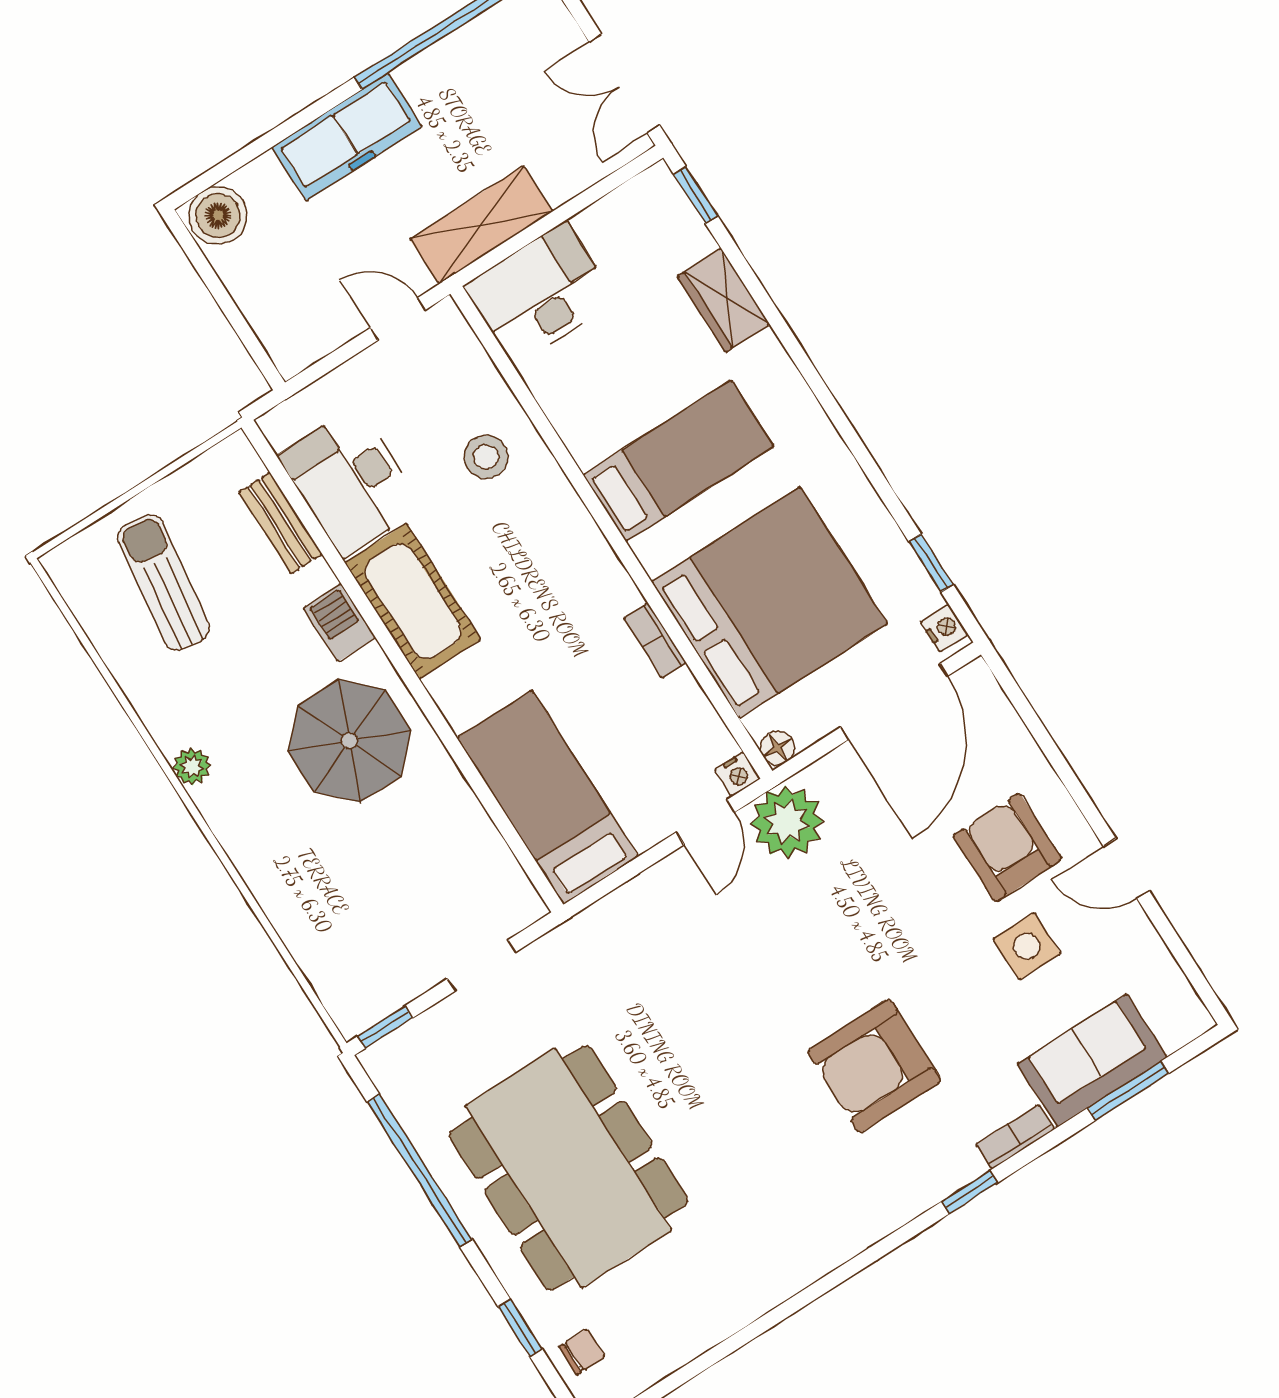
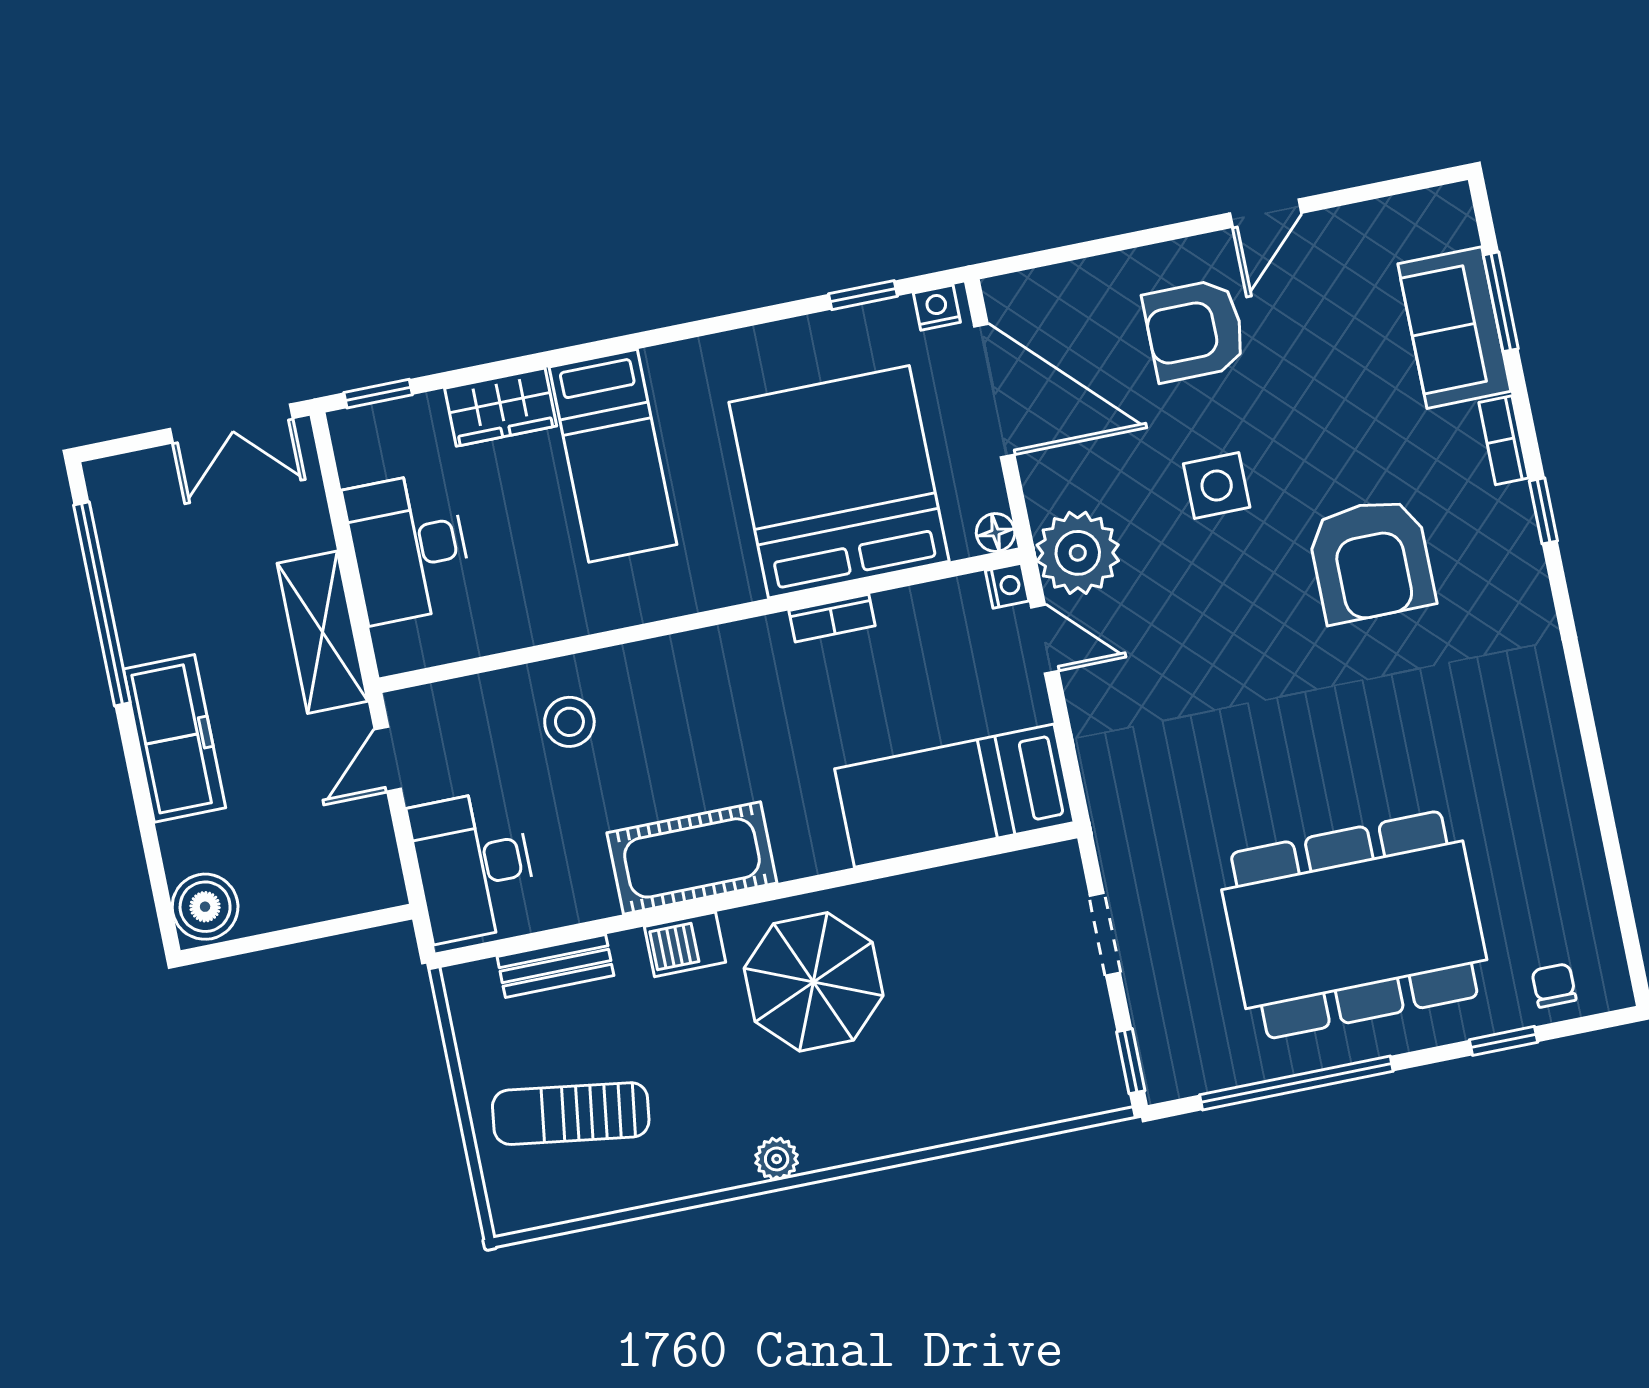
desk: (540, 294) -> (409, 548), moved
bed: (678, 461) -> (613, 456), moved, turned 180
desk: (350, 482) -> (473, 866), moved, turned 90
side table: (1027, 946) -> (1217, 486), moved

